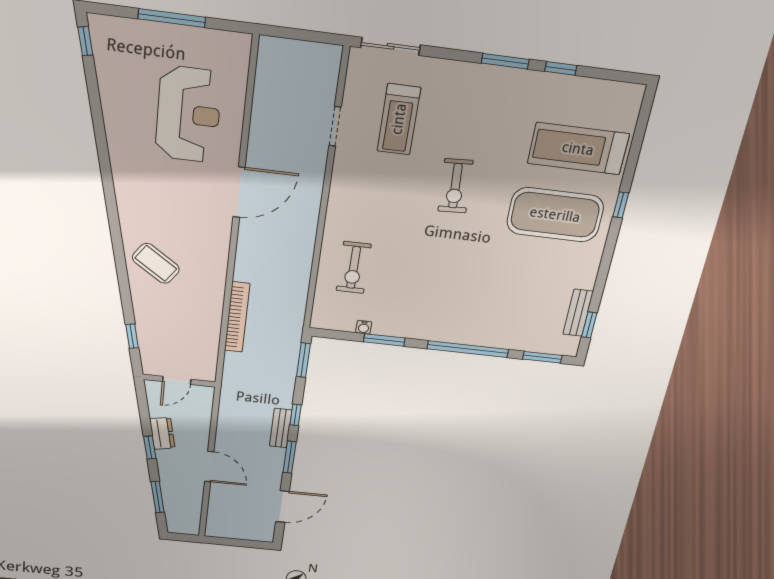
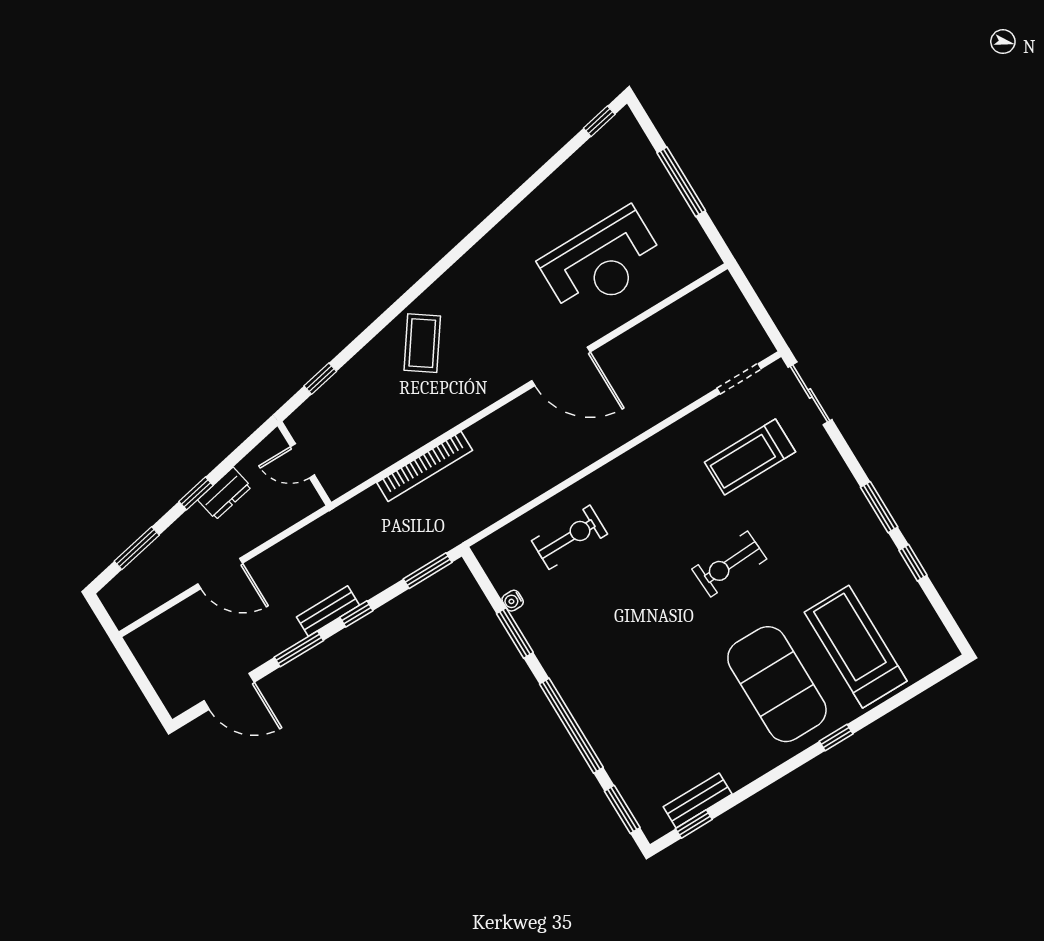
doorway: (335, 126) -> (739, 379), moved
exercise bike: (354, 268) -> (570, 537), turned 180
door: (209, 467) -> (220, 574), hinge flipped

